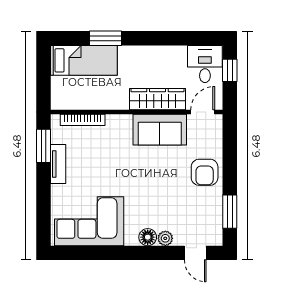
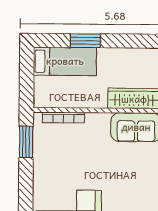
tv unit: (58, 164) -> (40, 159), removed

